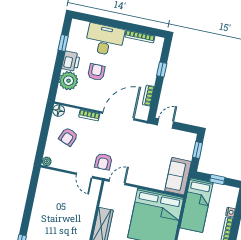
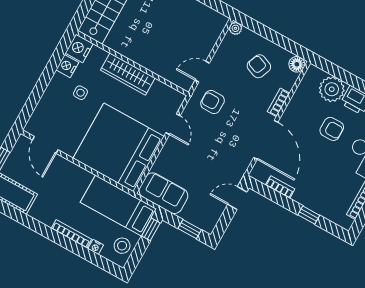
door: (165, 123) -> (237, 198), swing flipped
window: (217, 180) -> (151, 229), moved
door: (117, 182) -> (173, 124), moved
stool: (224, 194) -> (122, 246), added

